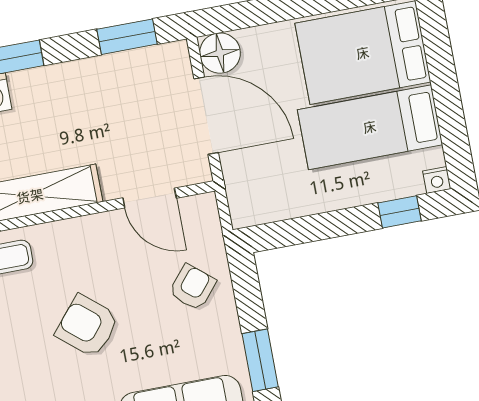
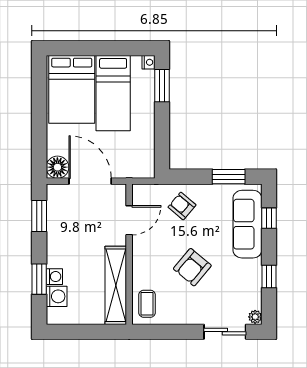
washing machine: (25, 84) -> (54, 277), added
door: (206, 116) -> (90, 181), hinge flipped
window: (400, 212) -> (162, 86), width x1.50

